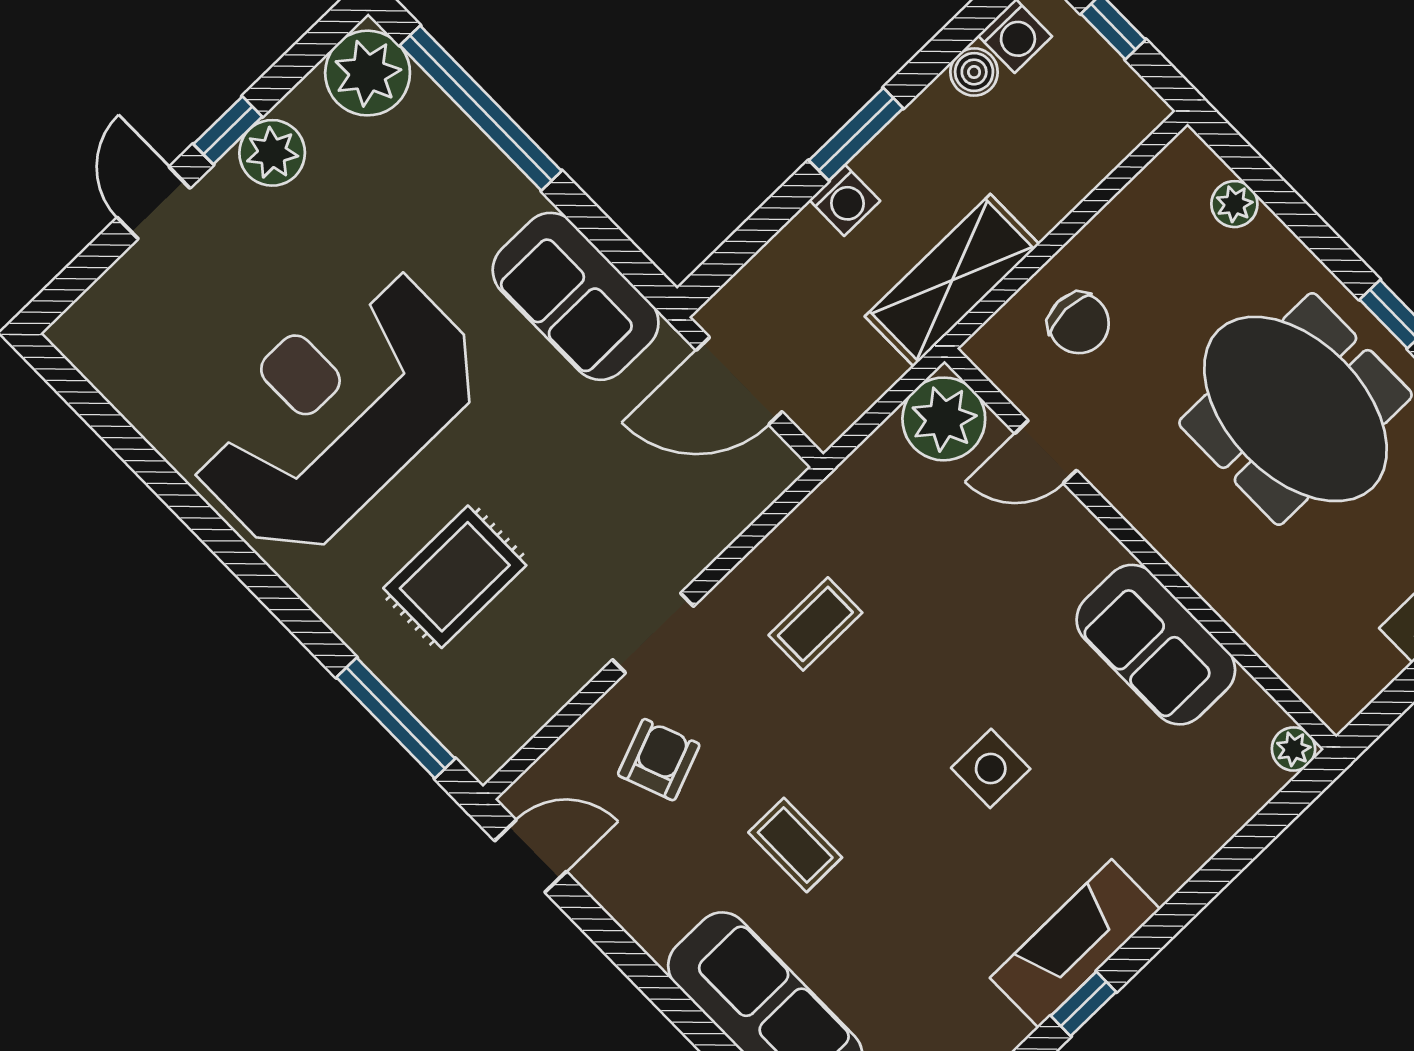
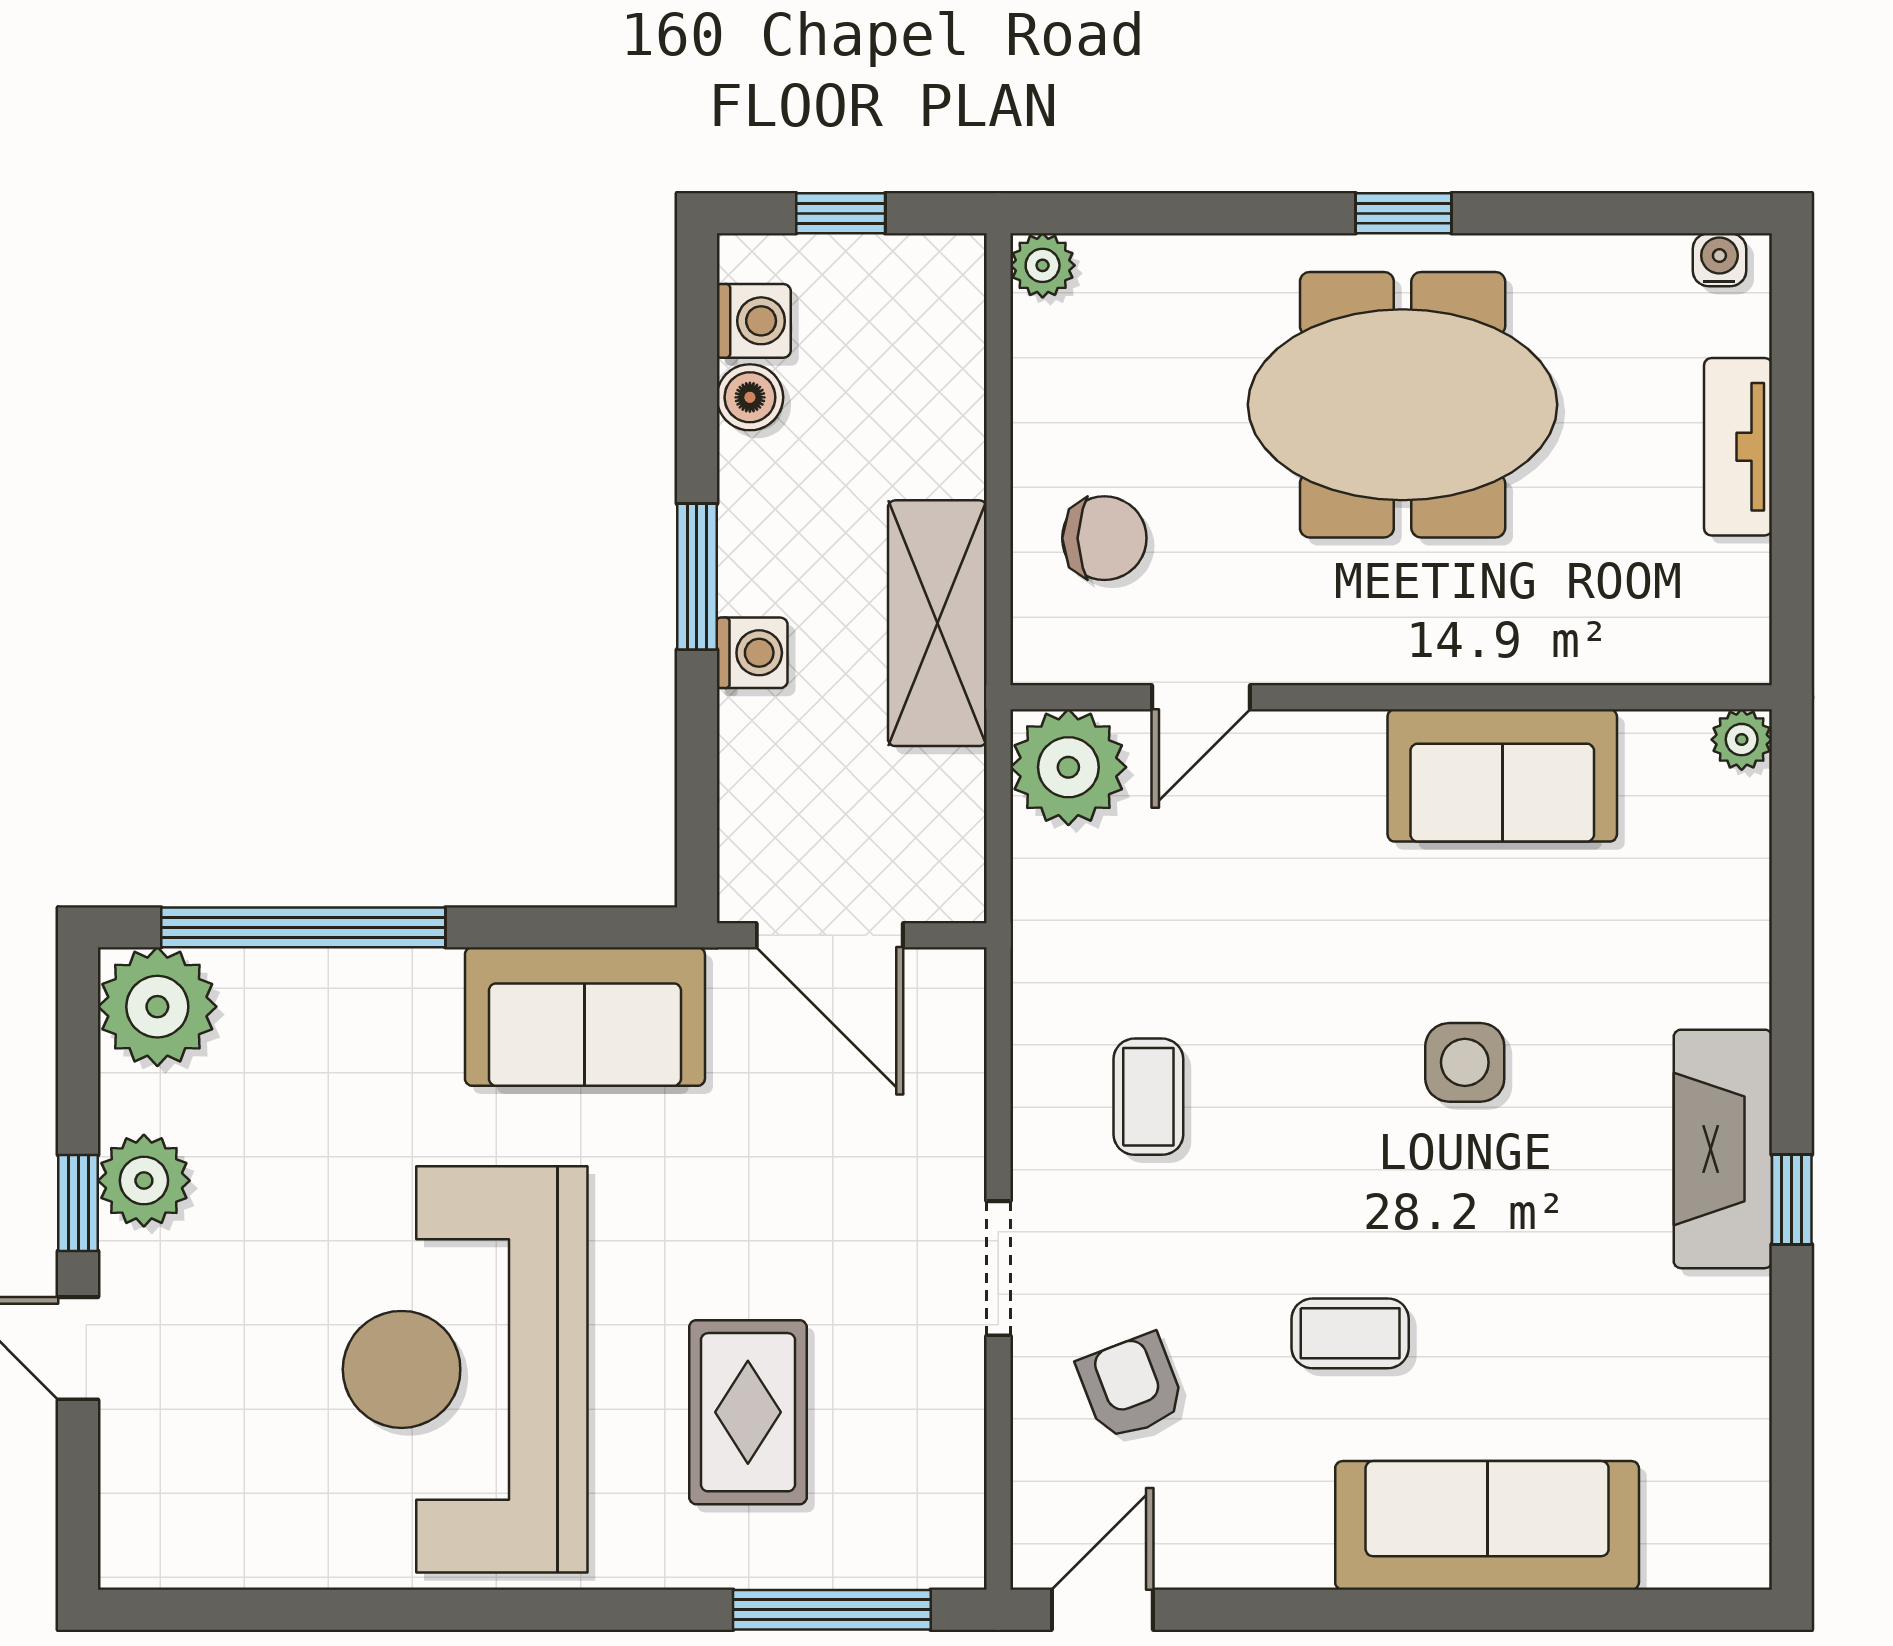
plant: (1234, 204) -> (1043, 265), moved
door: (739, 381) -> (830, 935), hinge flipped

